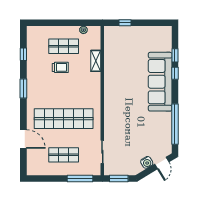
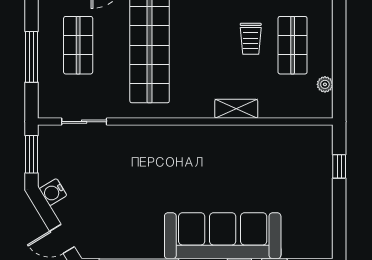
shelving: (96, 61) -> (236, 109), moved
water cooler: (147, 162) -> (53, 192), moved
window: (80, 178) -> (32, 57), moved

